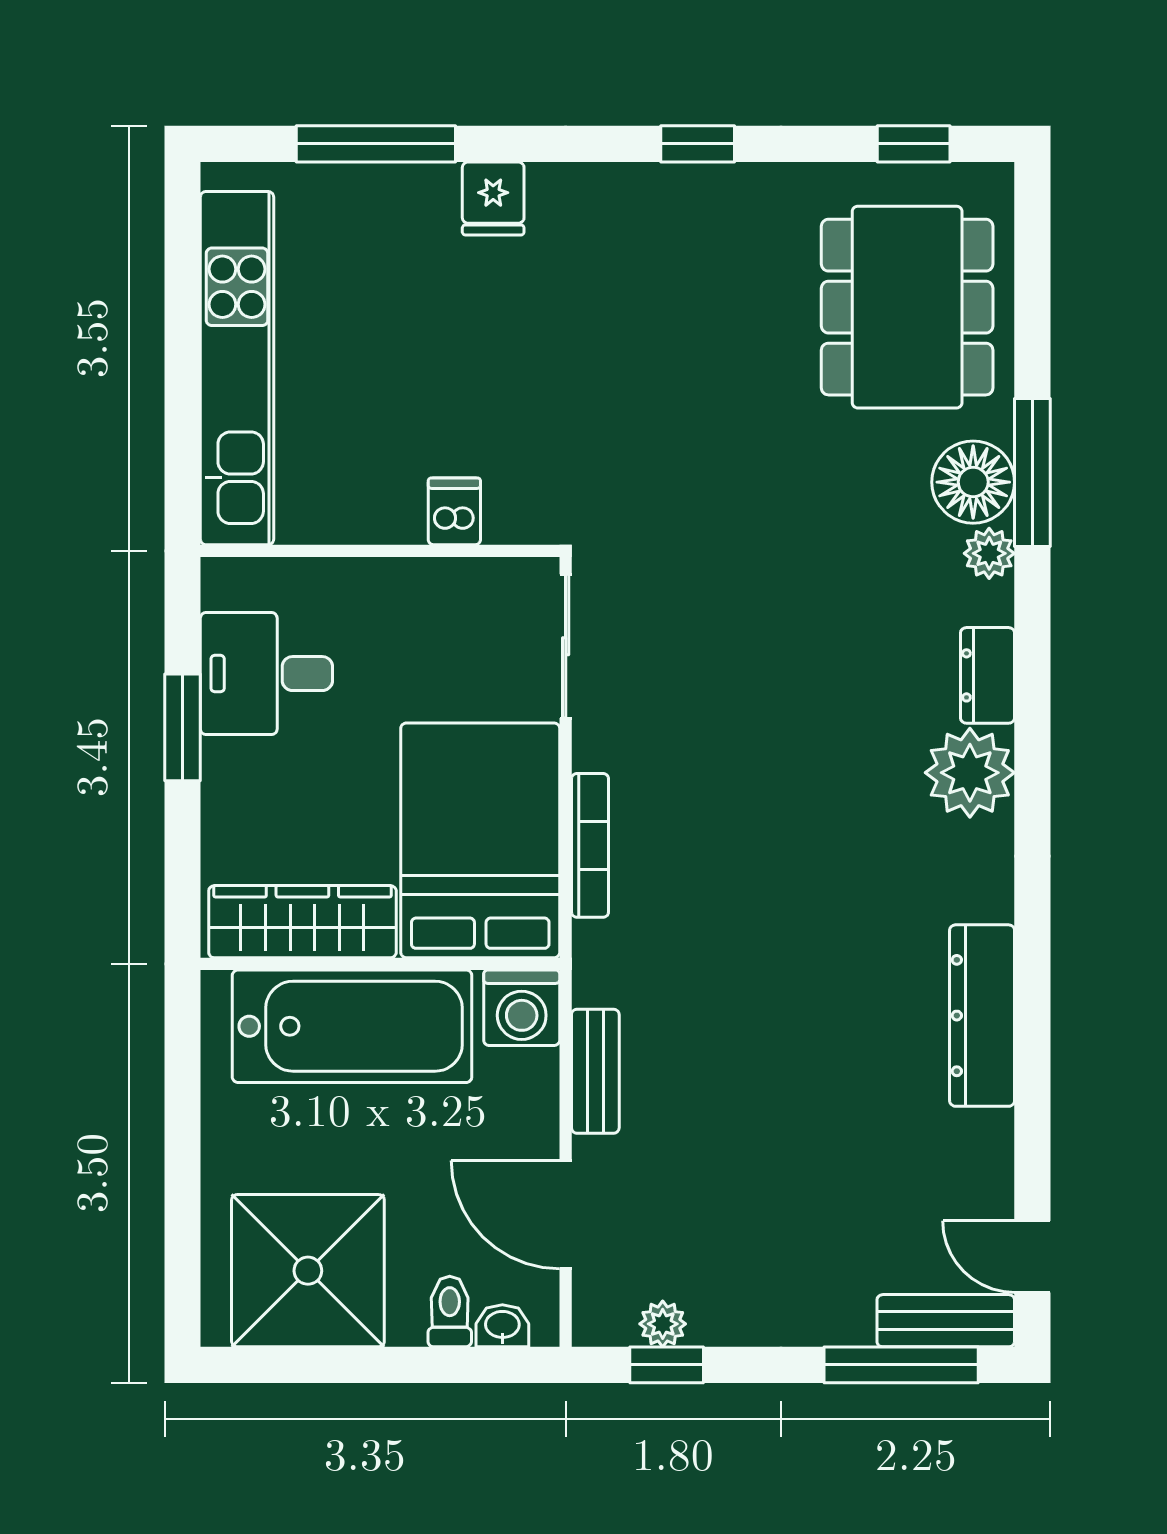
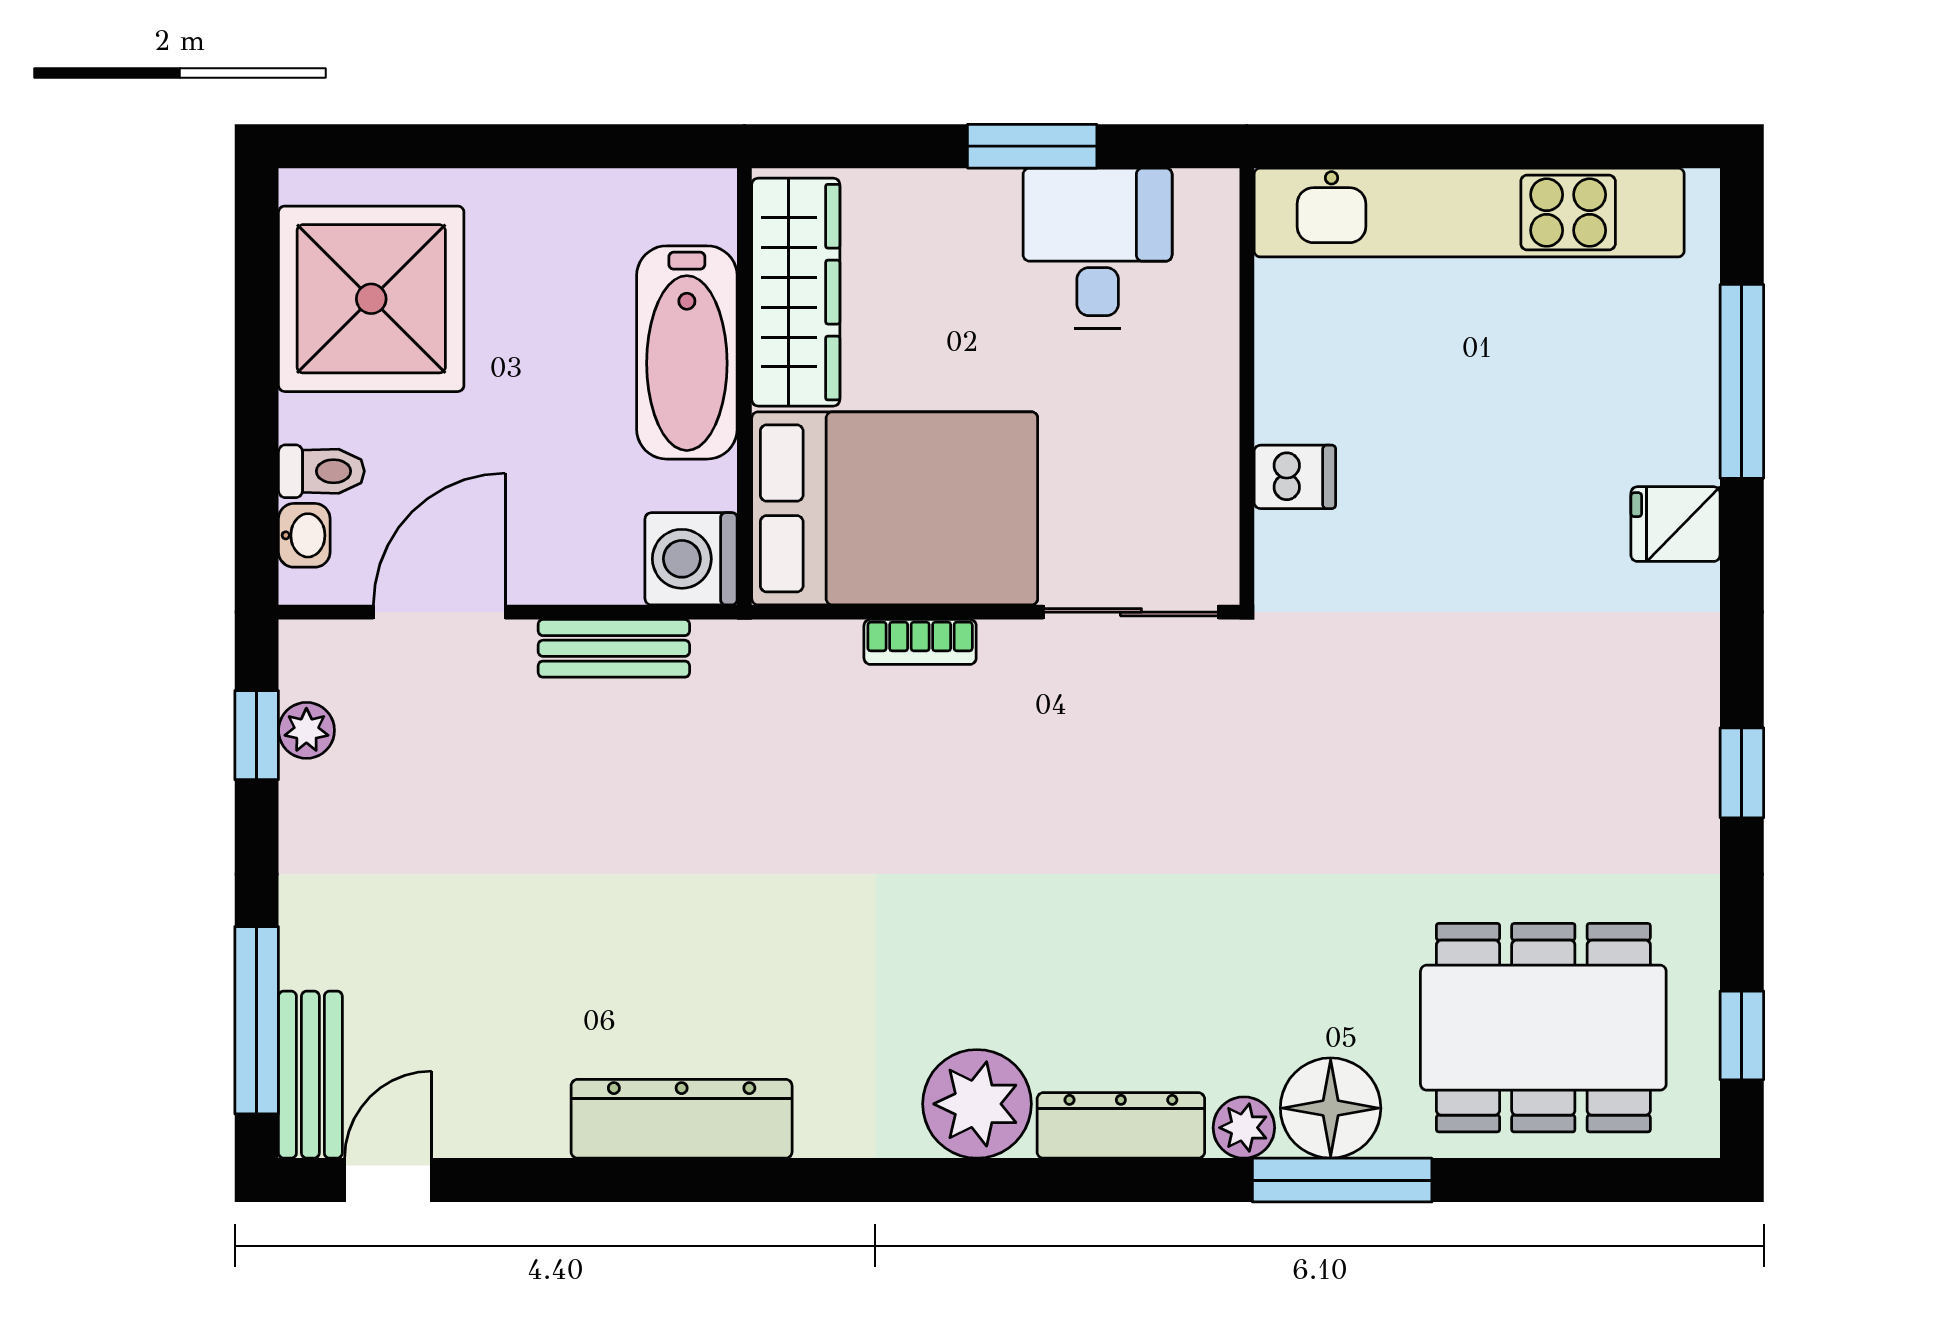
dresser: (988, 675) -> (1121, 1125), width x1.44
bookcase: (590, 845) -> (920, 642), width x0.64
bathtub: (352, 1026) -> (687, 352), width x0.73, depth x0.73

